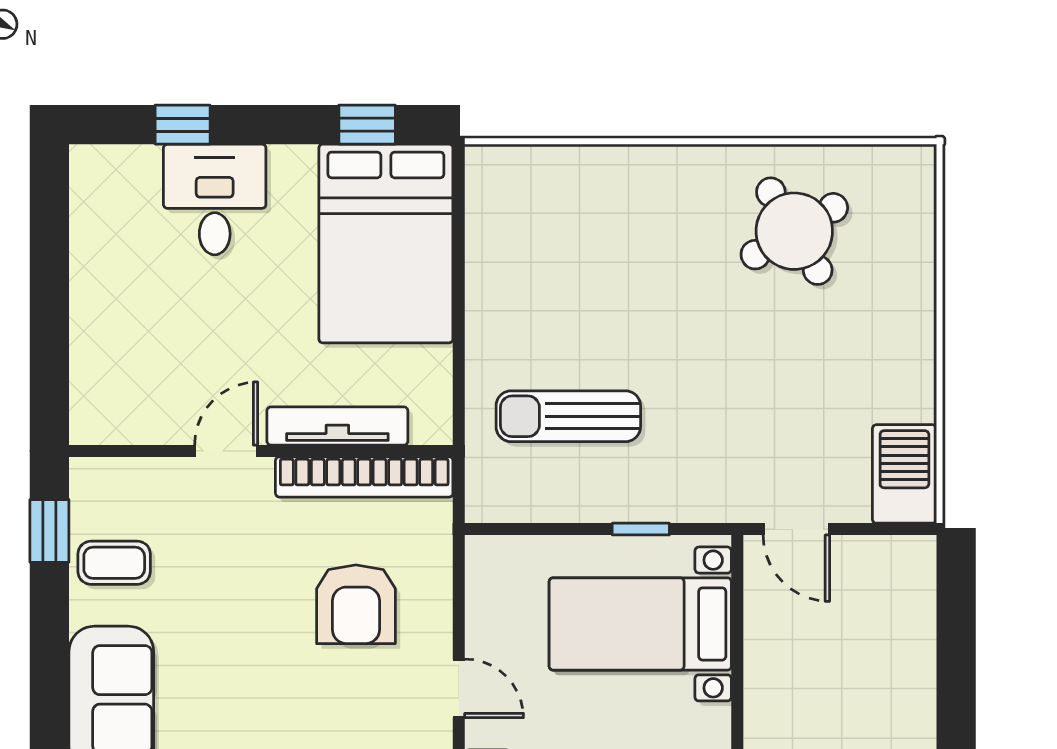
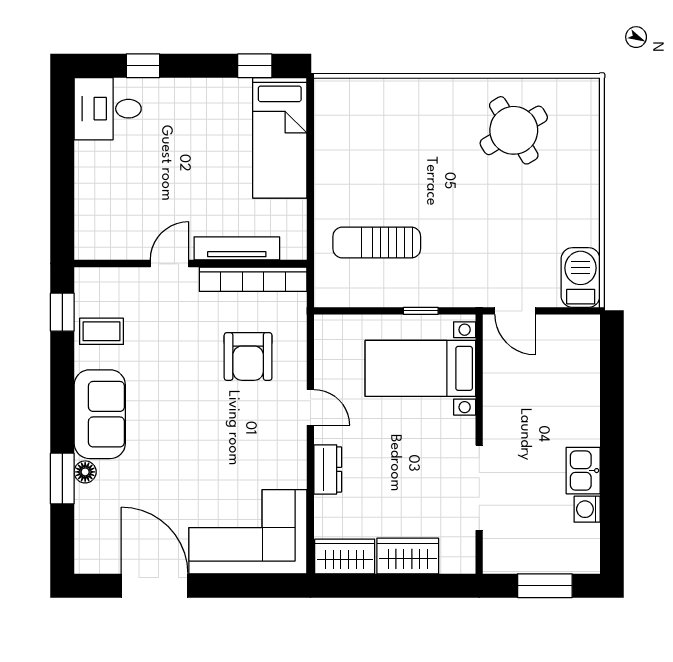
desk: (215, 199) -> (108, 109), moved, turned -90
bed: (386, 243) -> (280, 138), width x0.67

